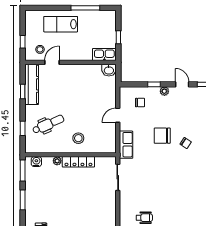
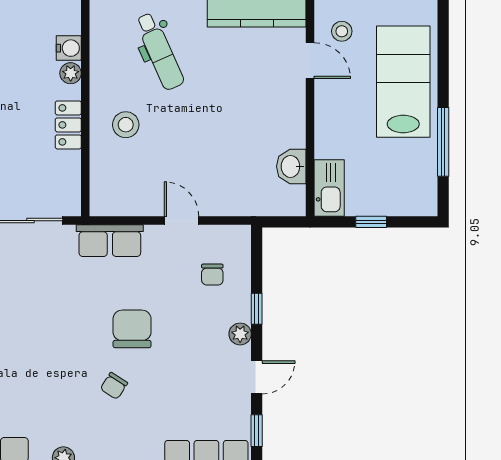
lab bench: (61, 24) -> (403, 82), width x1.36, depth x1.39
washbasin: (109, 70) -> (291, 166), moved
water cooler: (36, 162) -> (69, 48), moved
locker: (78, 162) -> (68, 125), width x0.66

